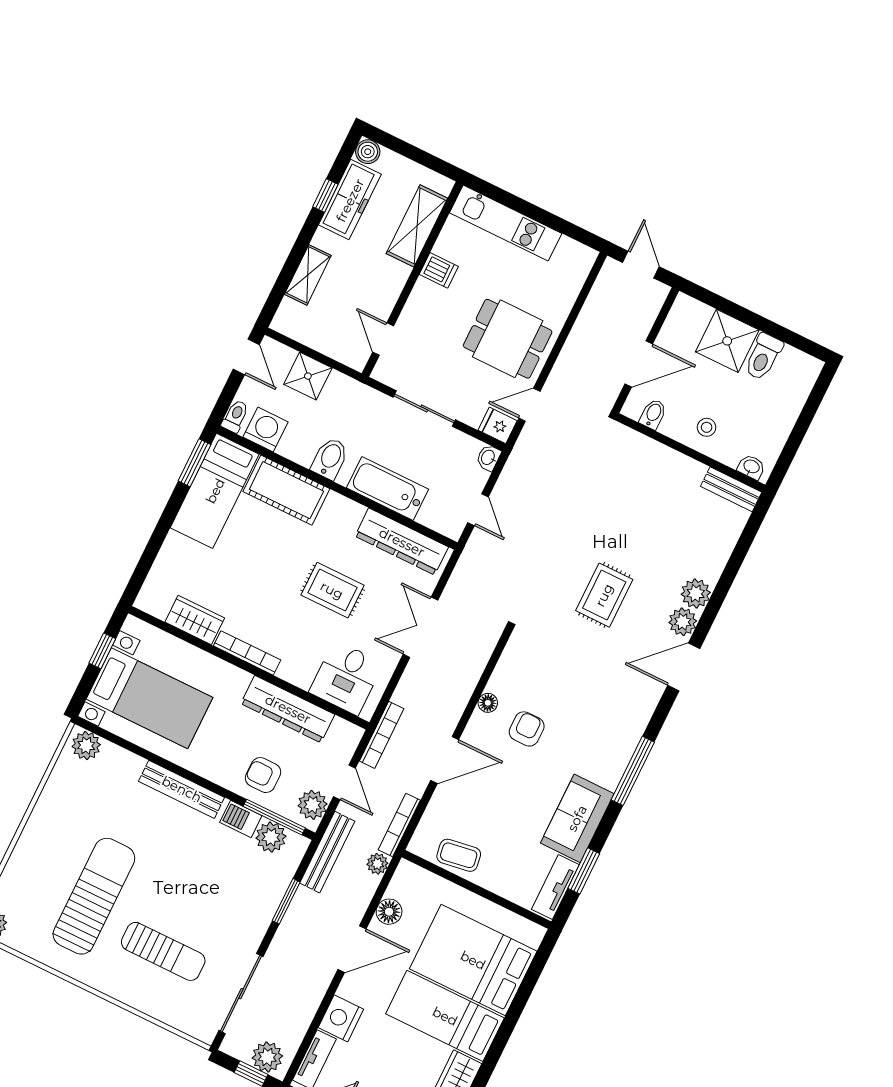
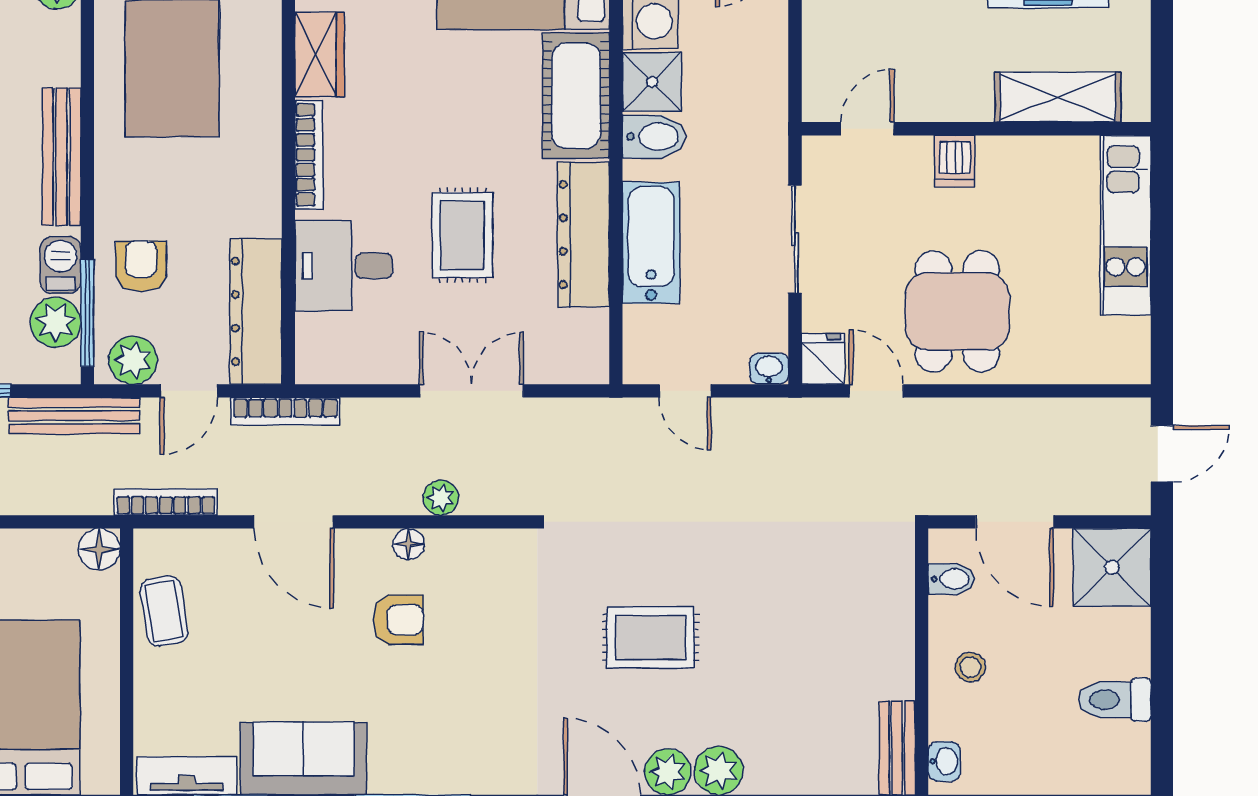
dishwasher: (439, 270) -> (955, 161), moved
shower: (727, 341) -> (1112, 567), moved
shower: (308, 376) -> (652, 82), moved
door: (478, 510) -> (685, 391), hinge flipped
dresser: (402, 542) -> (583, 235), moved
desk: (346, 678) -> (344, 266), moved
dresser: (288, 709) -> (256, 311), moved
plant: (377, 864) -> (441, 498), moved
floor lamp: (389, 912) -> (99, 549), moved

